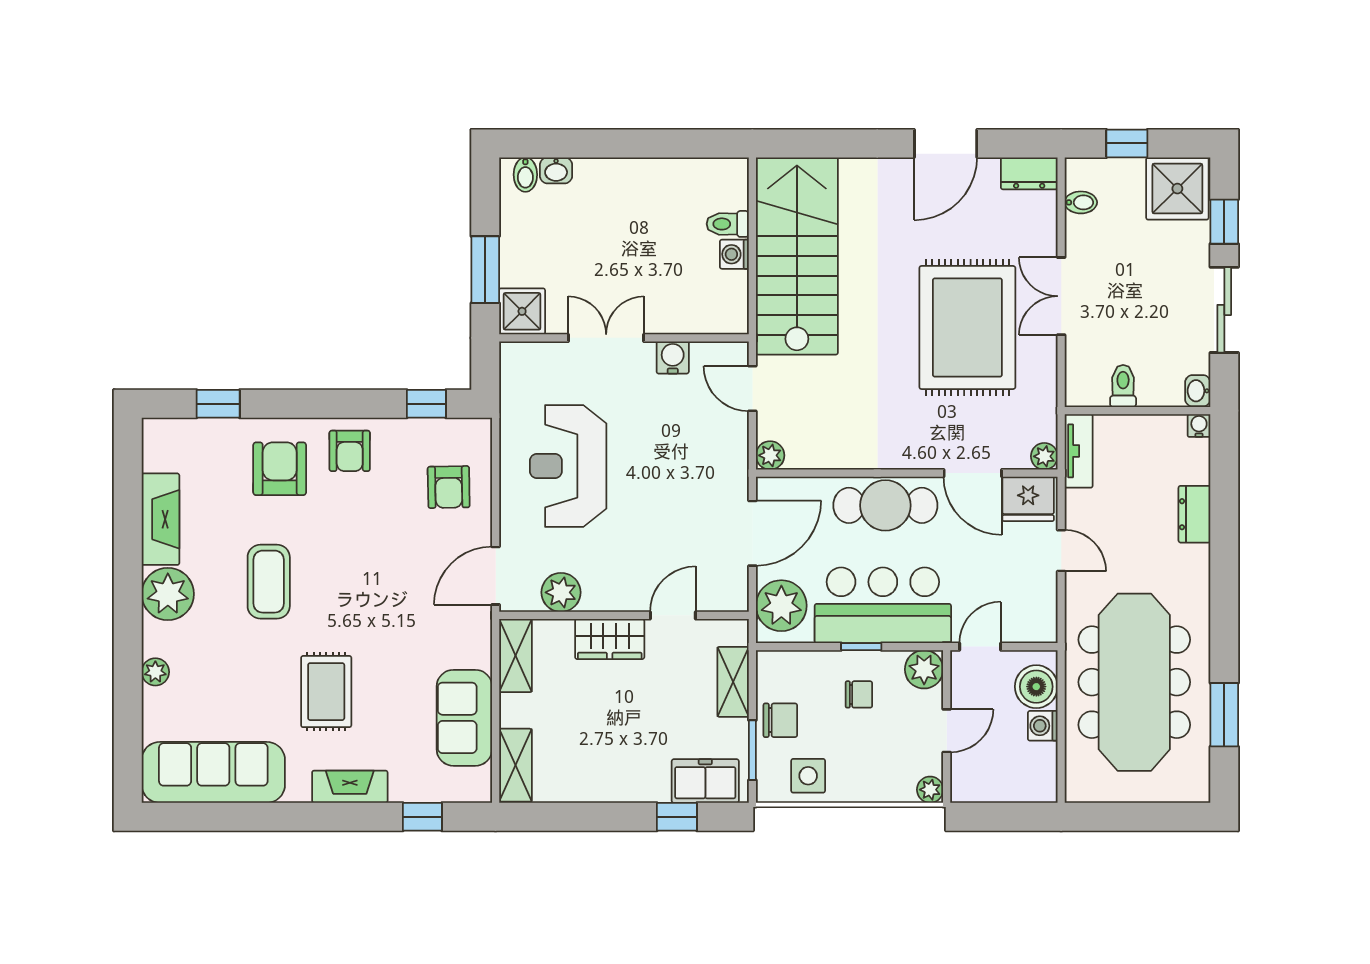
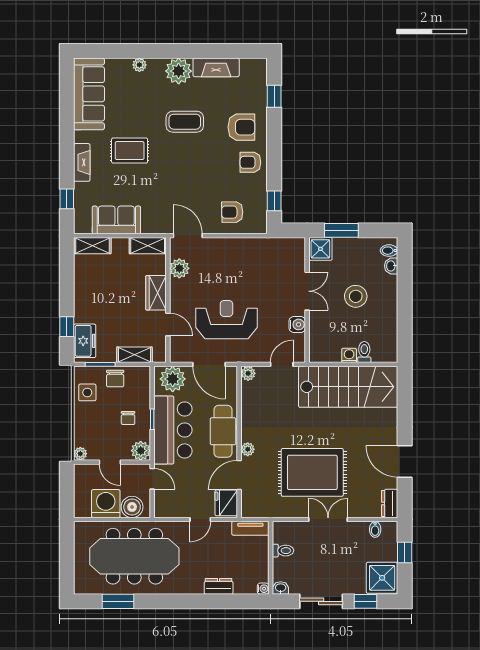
stool: (617, 241) -> (356, 296), added
plant: (1044, 456) -> (248, 449), moved
reception desk: (568, 466) -> (226, 320), moved
washing machine: (1043, 726) -> (106, 504), width x1.89, depth x1.89

